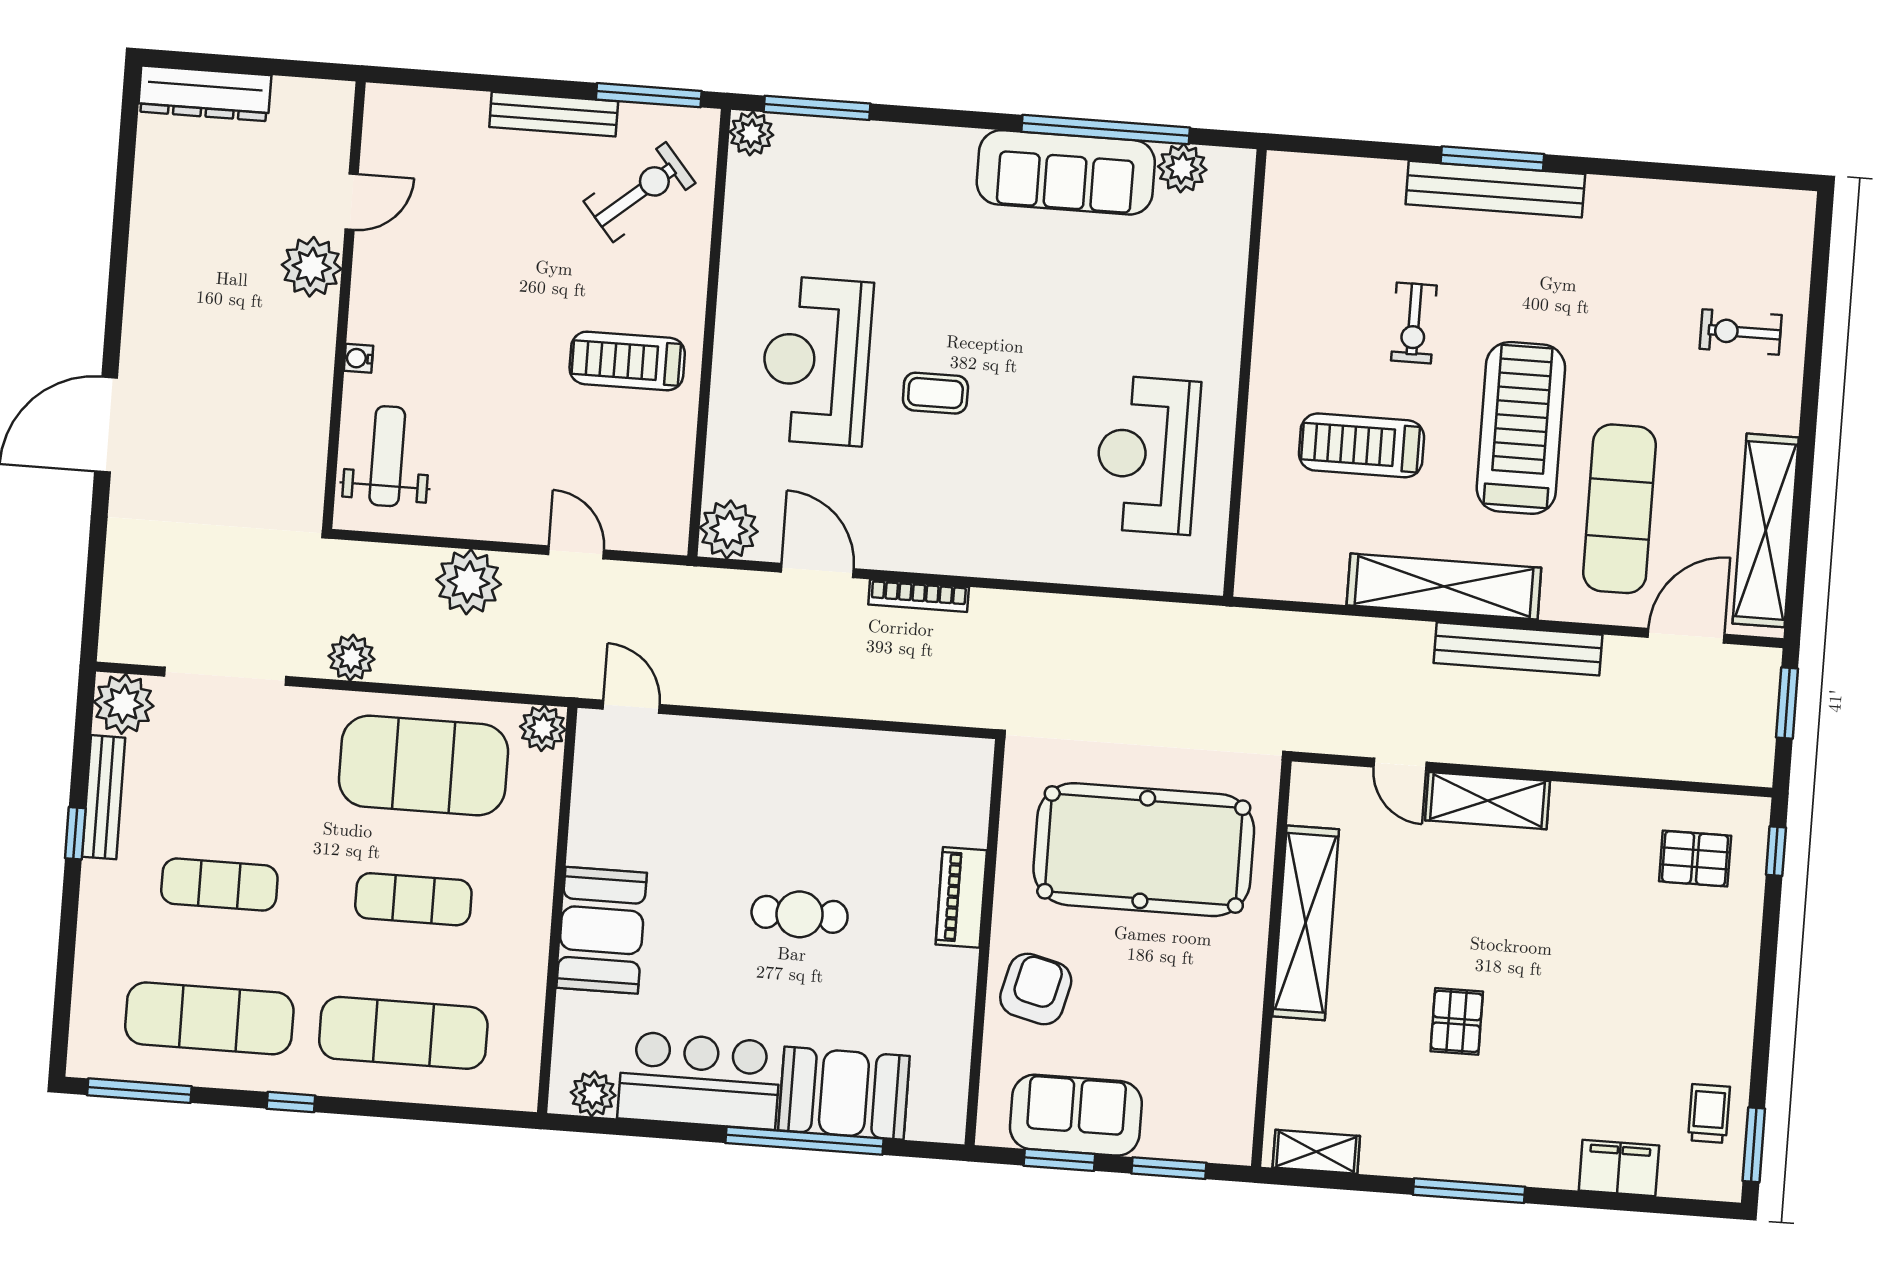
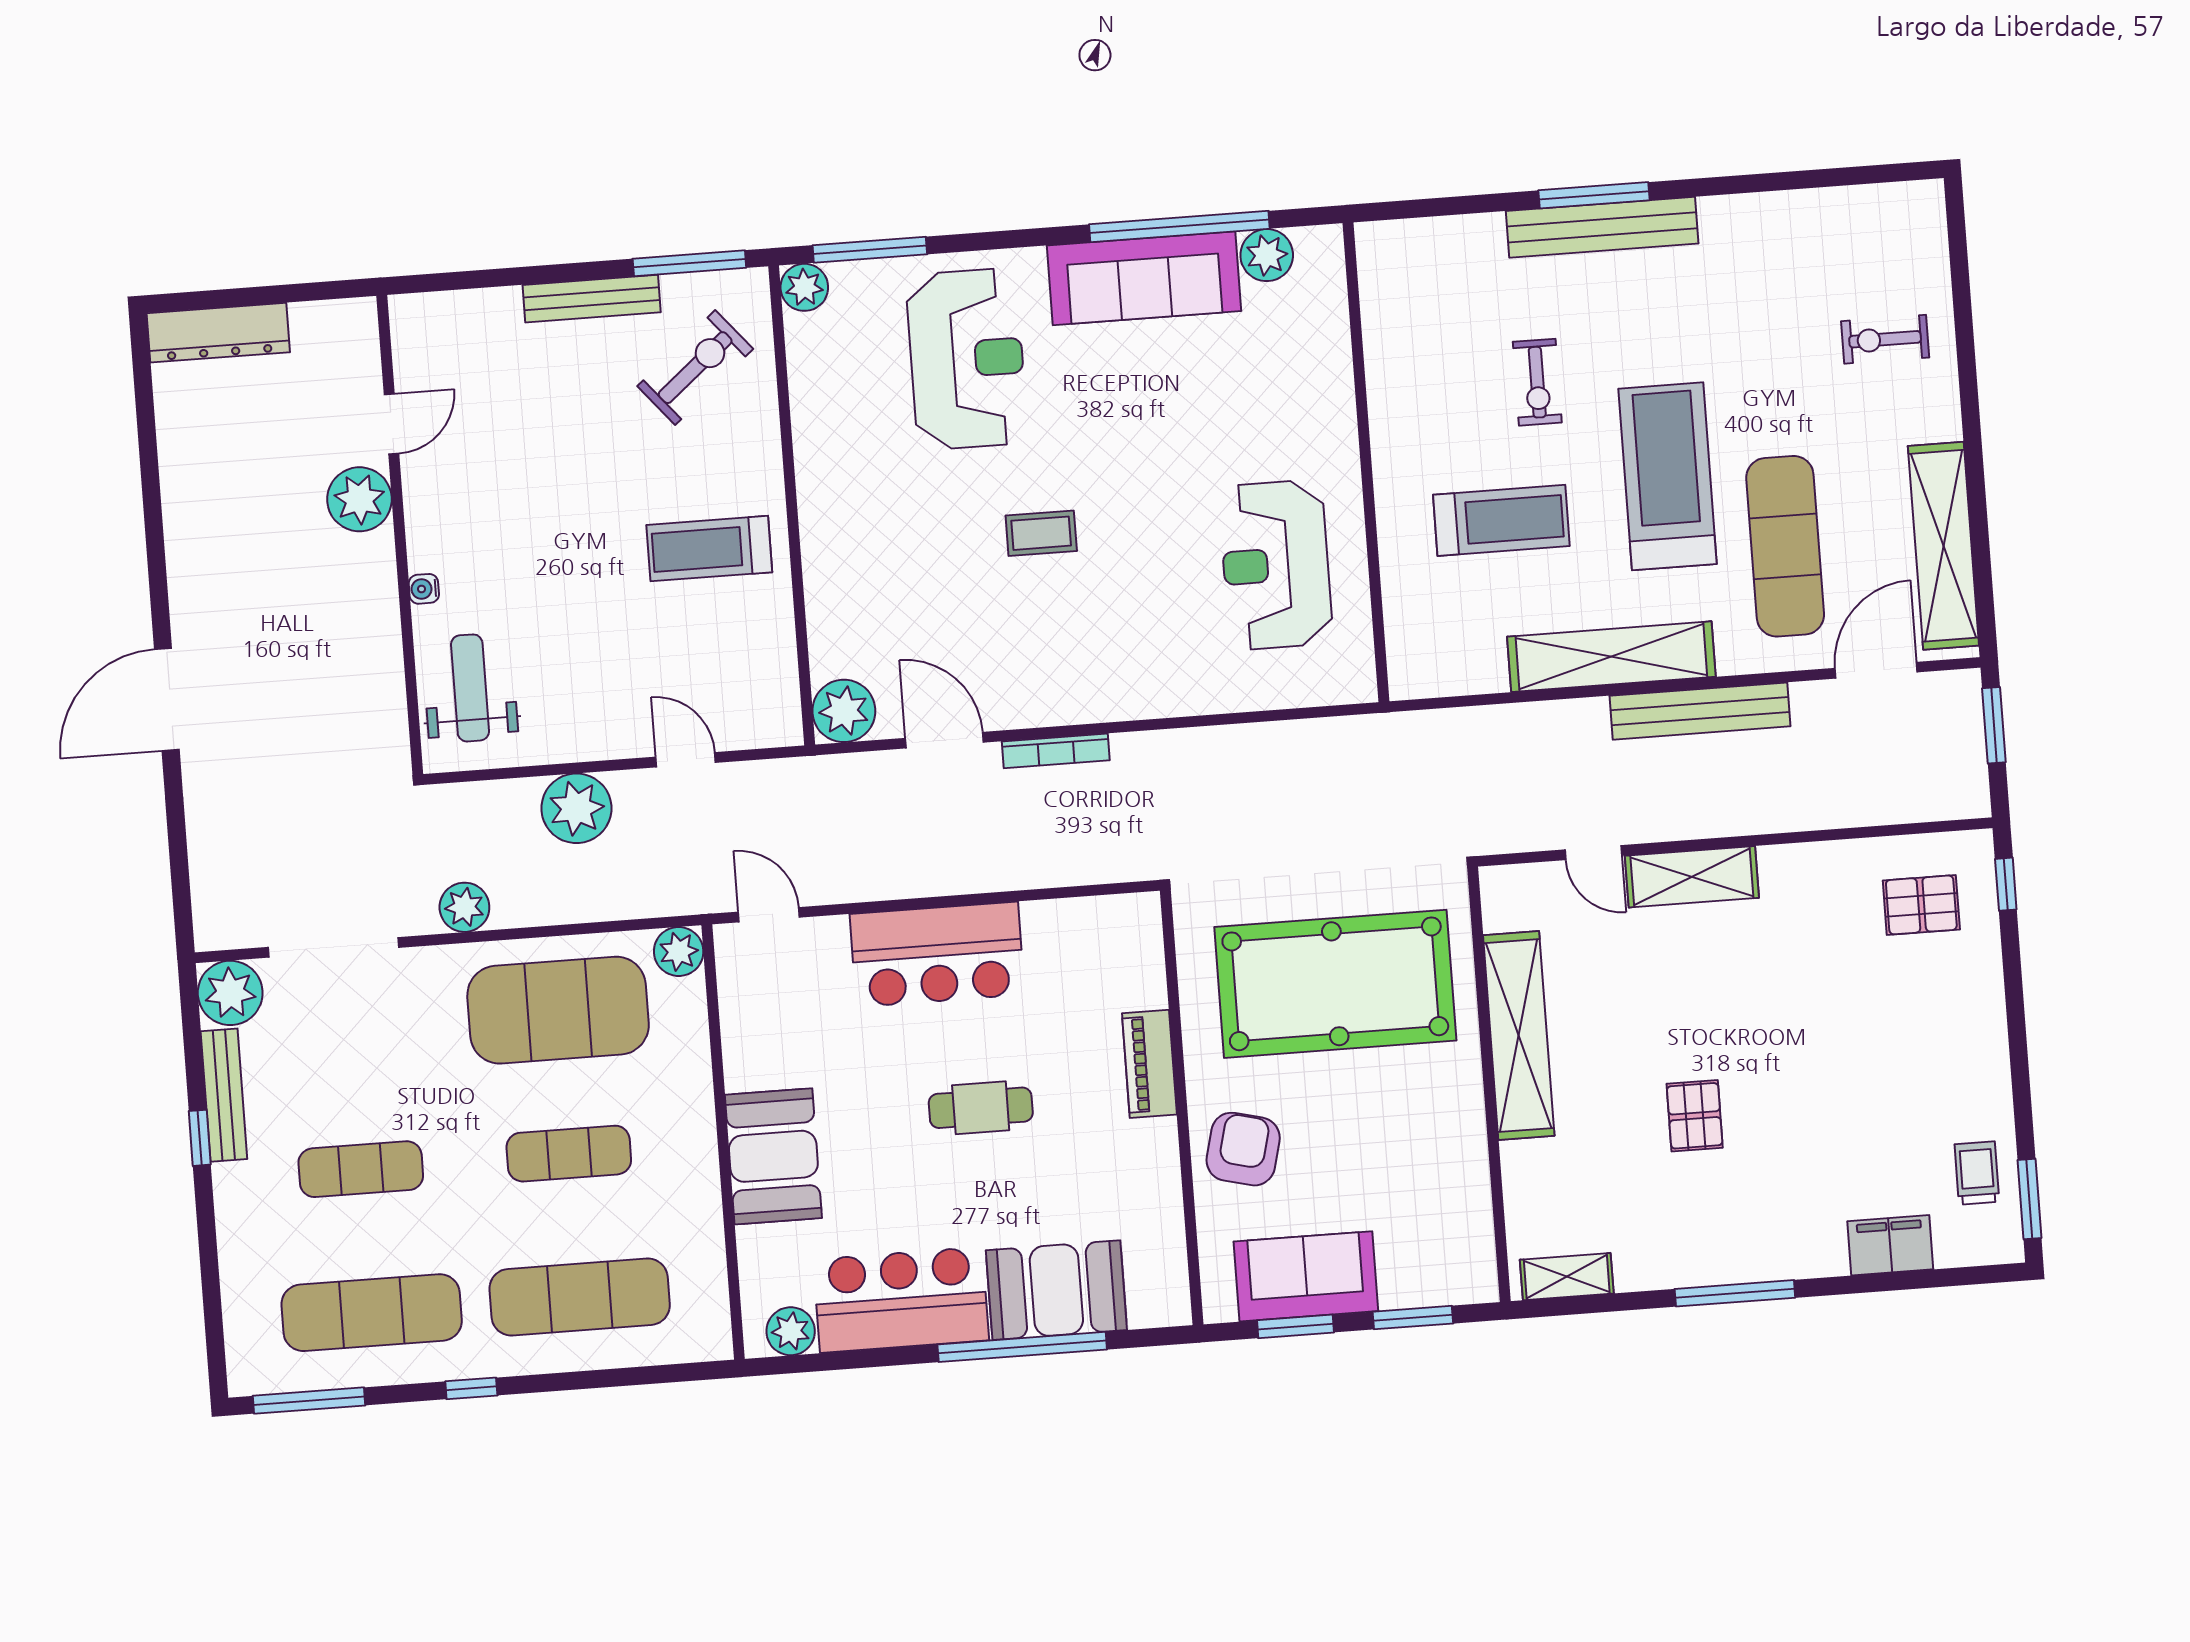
reception desk: (816, 361) -> (967, 359), moved, turned 180
treadmill: (1362, 445) -> (1501, 520), turned 180
bar counter: (781, 767) -> (937, 954), added

